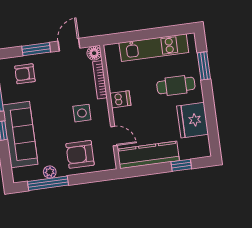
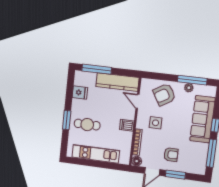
window: (204, 66) -> (67, 120), moved
armchair: (25, 74) -> (171, 155), moved
fridge: (193, 120) -> (80, 92), width x0.53, depth x0.75
armchair: (80, 154) -> (164, 95), turned 149
window: (181, 165) -> (97, 69), width x2.17

